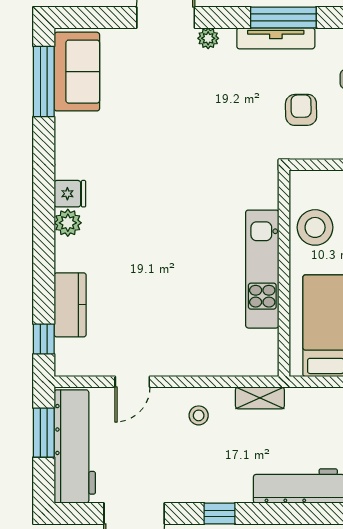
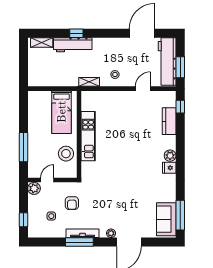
window: (219, 514) -> (76, 33), moved

